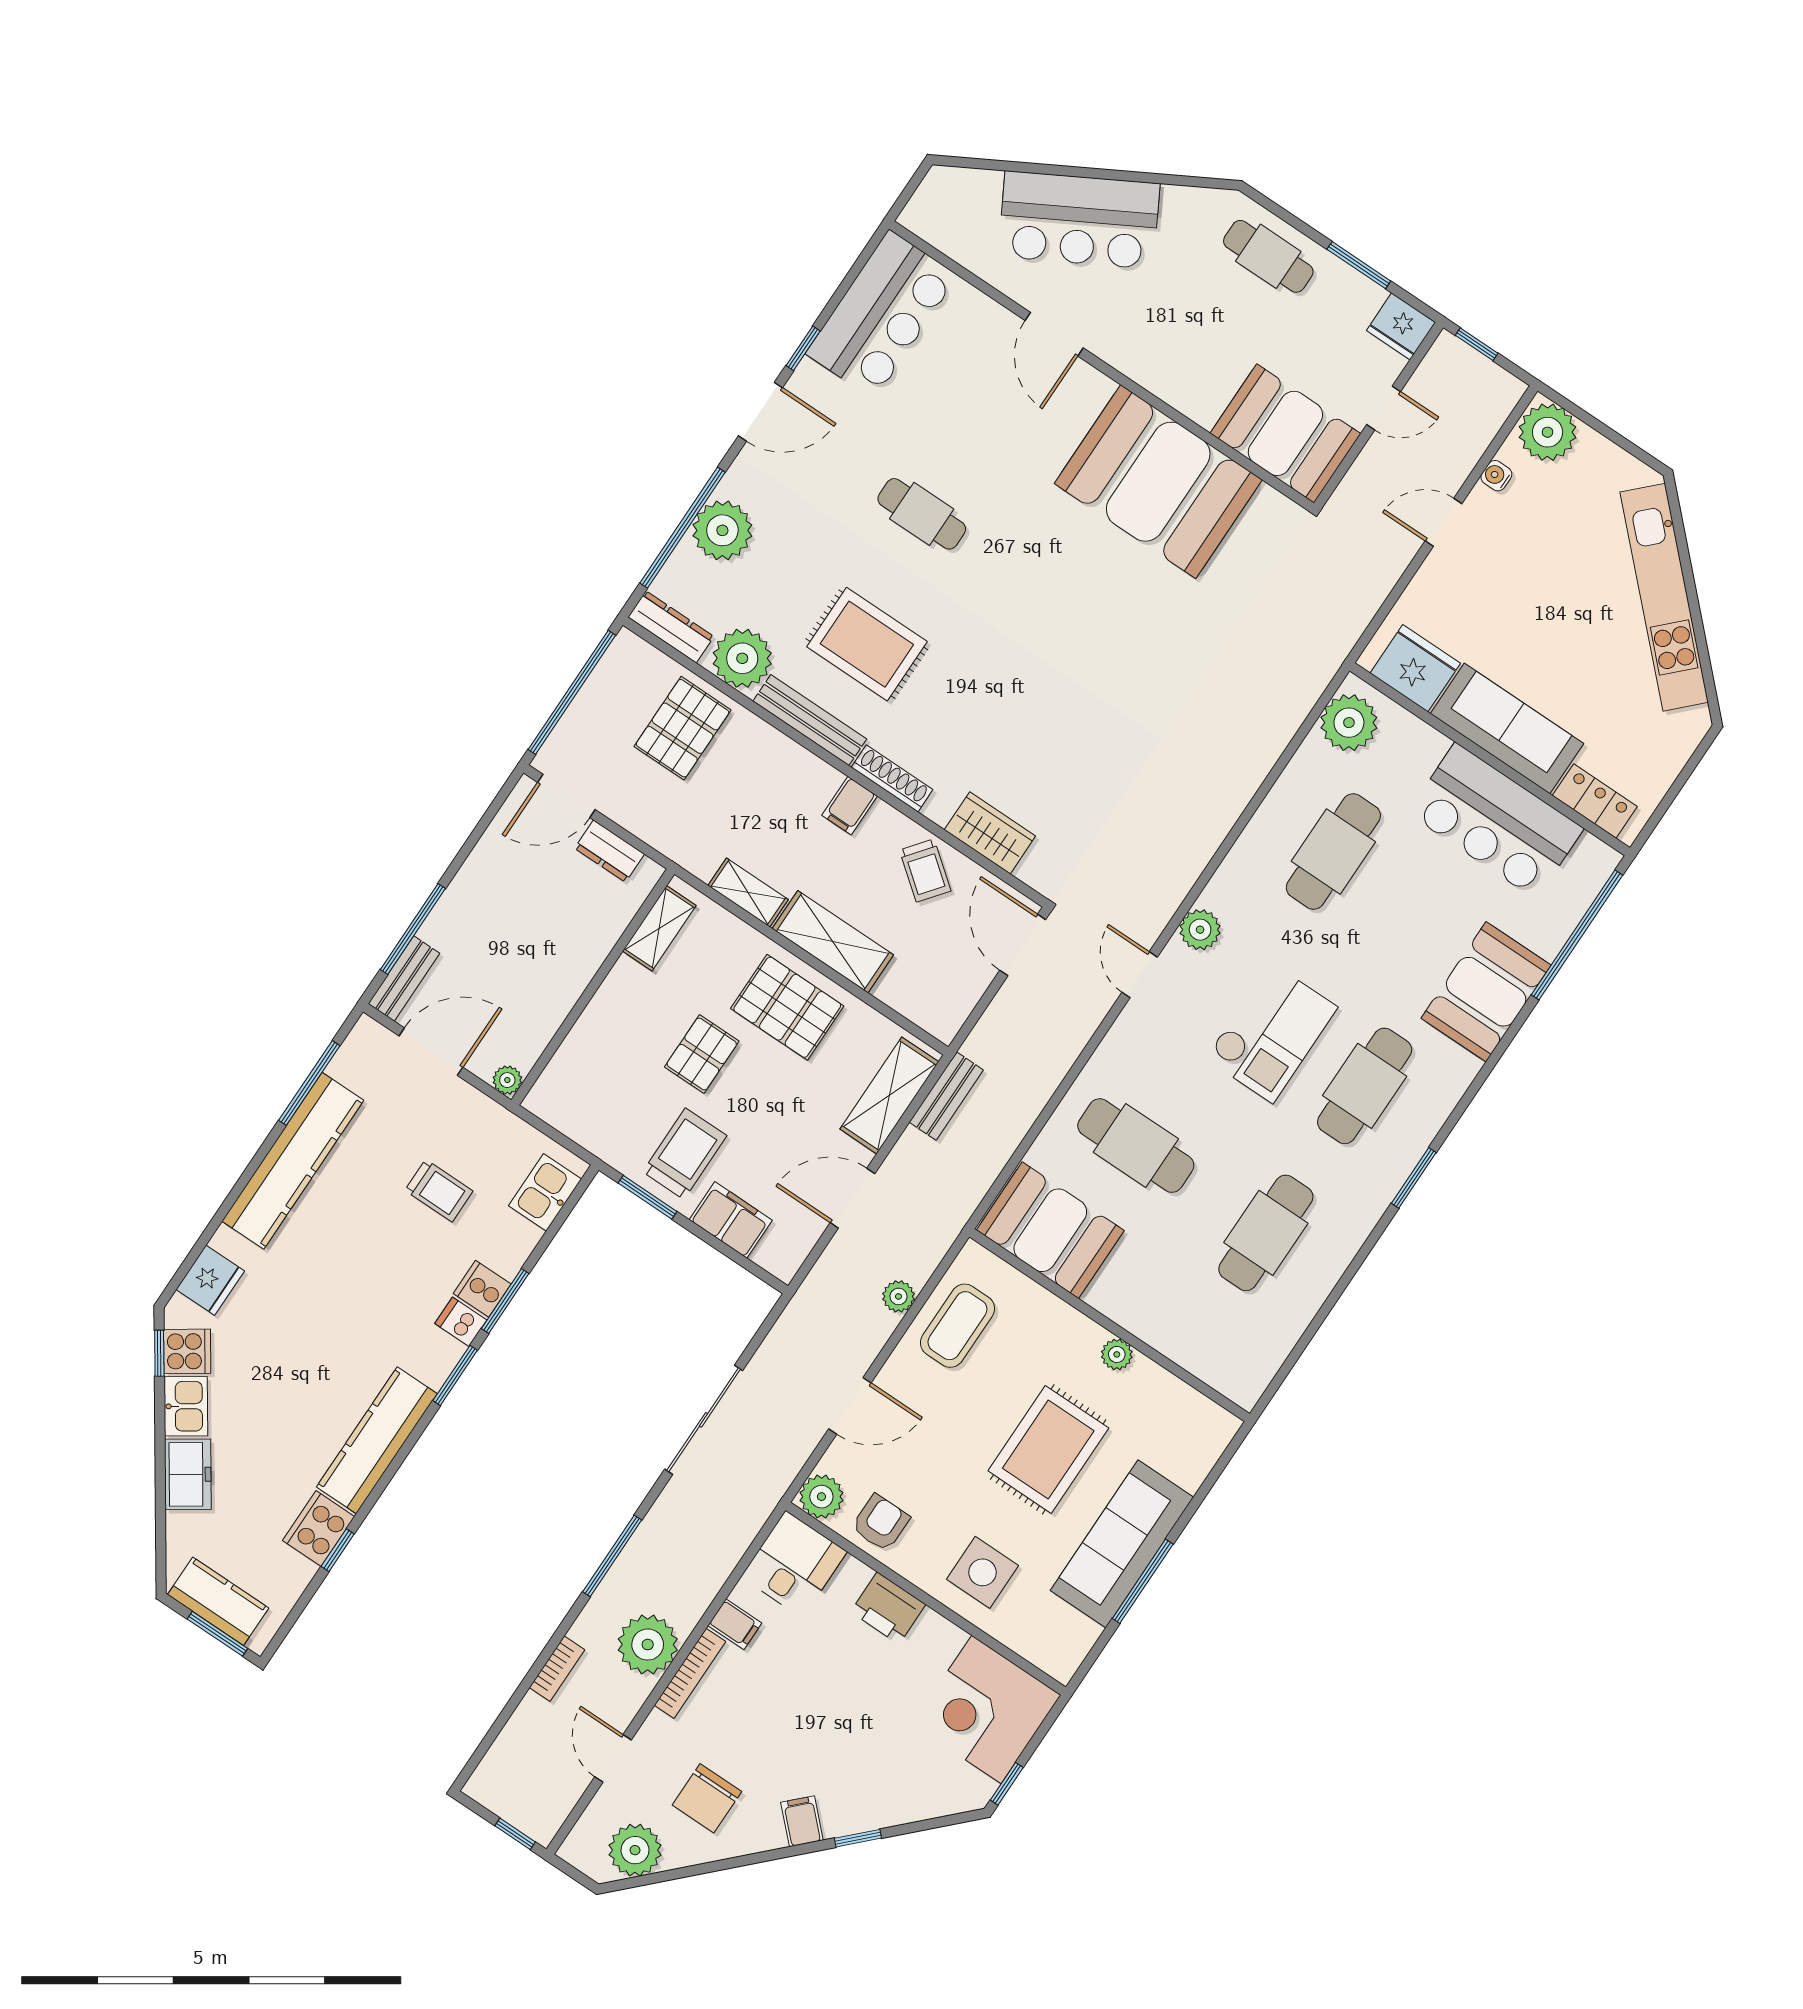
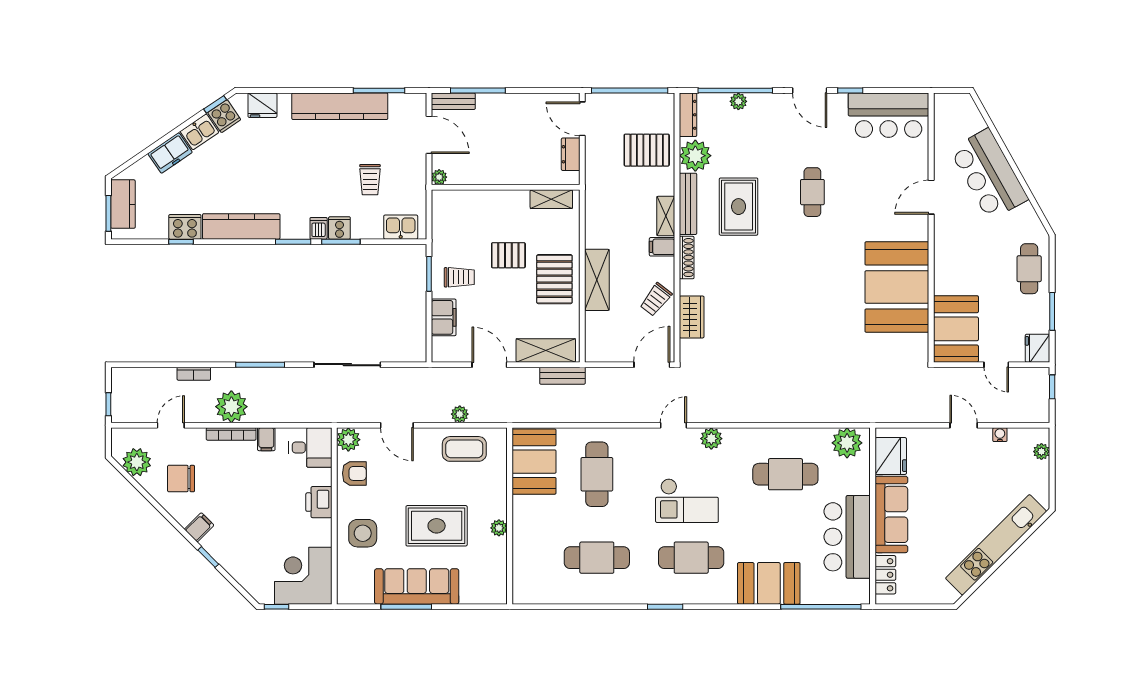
plant: (1548, 432) -> (1041, 452), width x0.53, depth x0.53
plant: (722, 530) -> (738, 101), width x0.53, depth x0.53
shelving: (748, 892) -> (666, 216), moved
trolley: (685, 1154) -> (459, 277), width x0.73, depth x0.72

